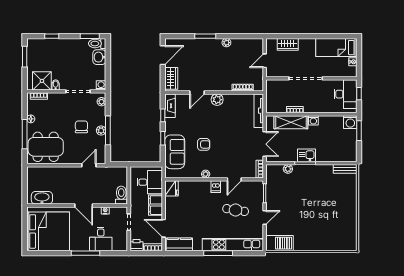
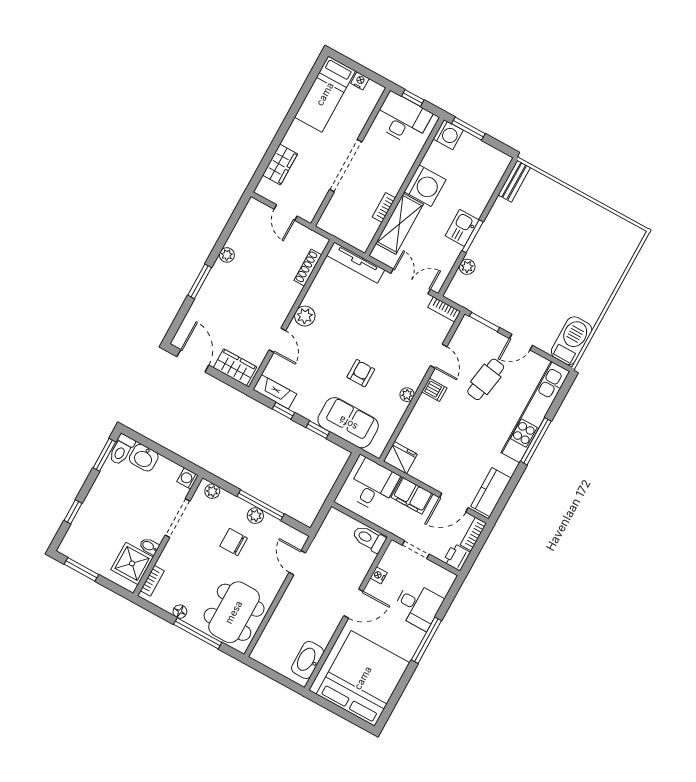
washing machine: (313, 120) -> (425, 186), width x1.89, depth x1.89
door: (265, 218) -> (521, 342), swing flipped

